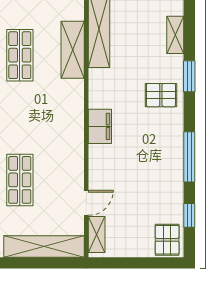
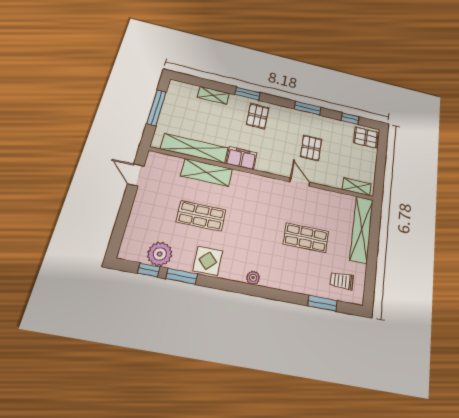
filing cabinet: (100, 126) -> (241, 158), moved
window: (189, 157) -> (308, 108), width x0.69
pallet: (135, 170) -> (311, 148), added
door: (86, 203) -> (300, 182), moved

